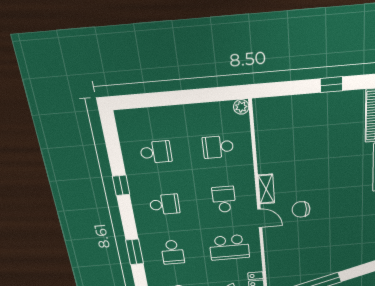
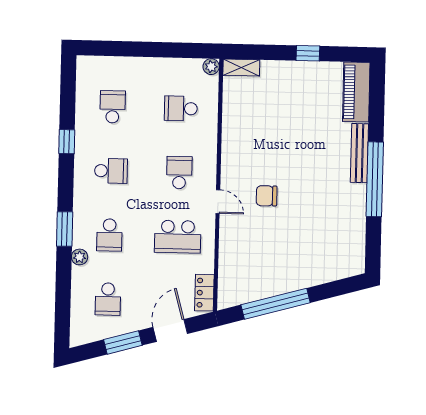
school desk: (156, 152) -> (113, 107), turned -90
shelving: (266, 189) -> (241, 67), moved, turned 90
plant: (151, 270) -> (80, 257), added

